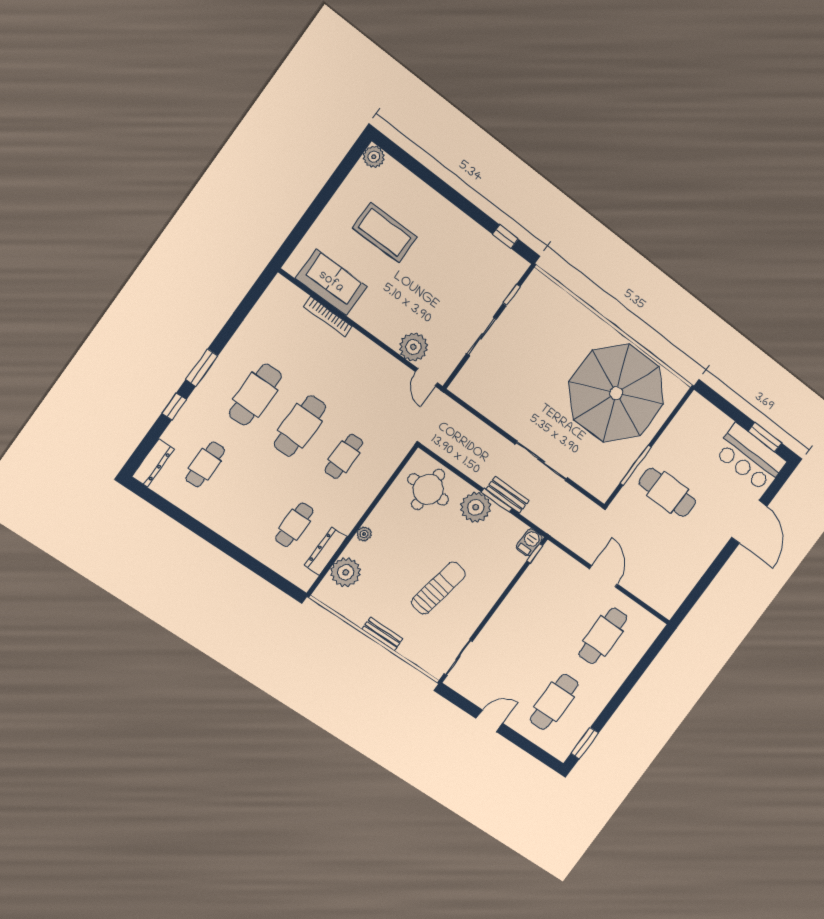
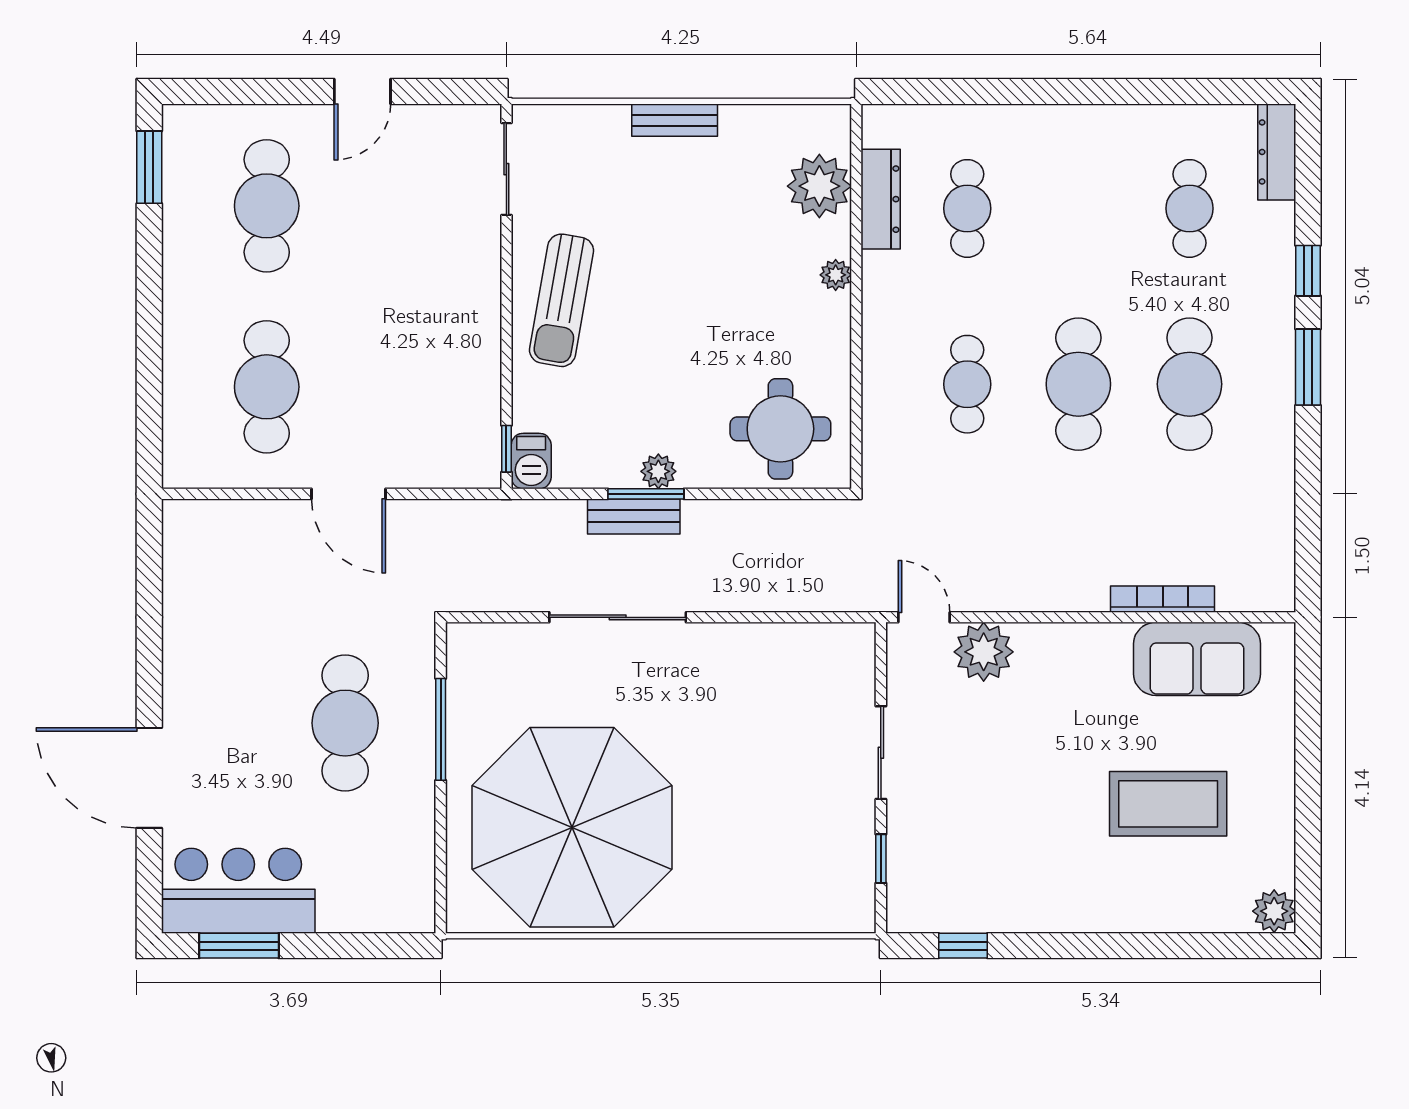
cafe table: (667, 492) -> (345, 723), turned 90
plant: (476, 507) -> (658, 471), width x0.53, depth x0.53
sun lounger: (438, 588) -> (562, 300), moved

